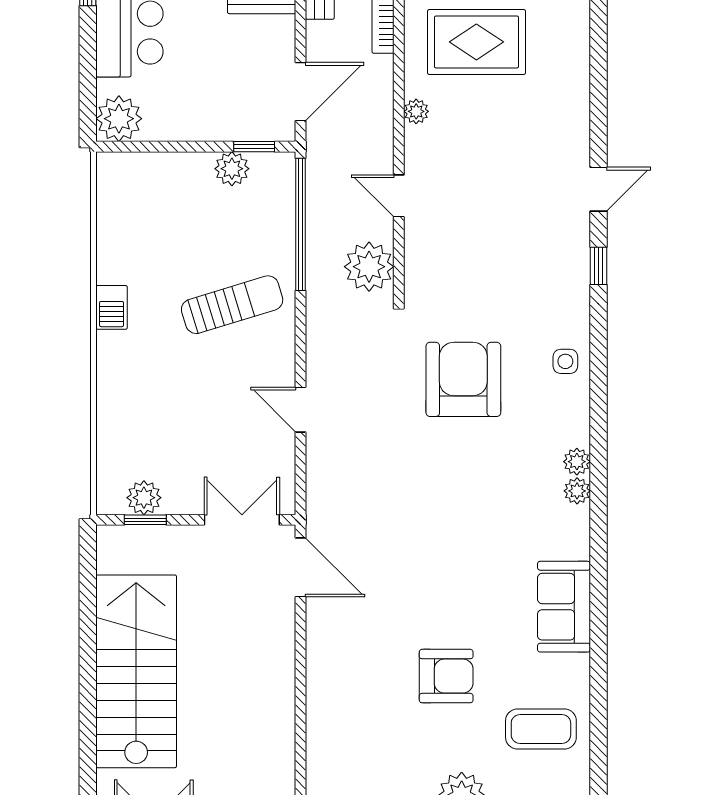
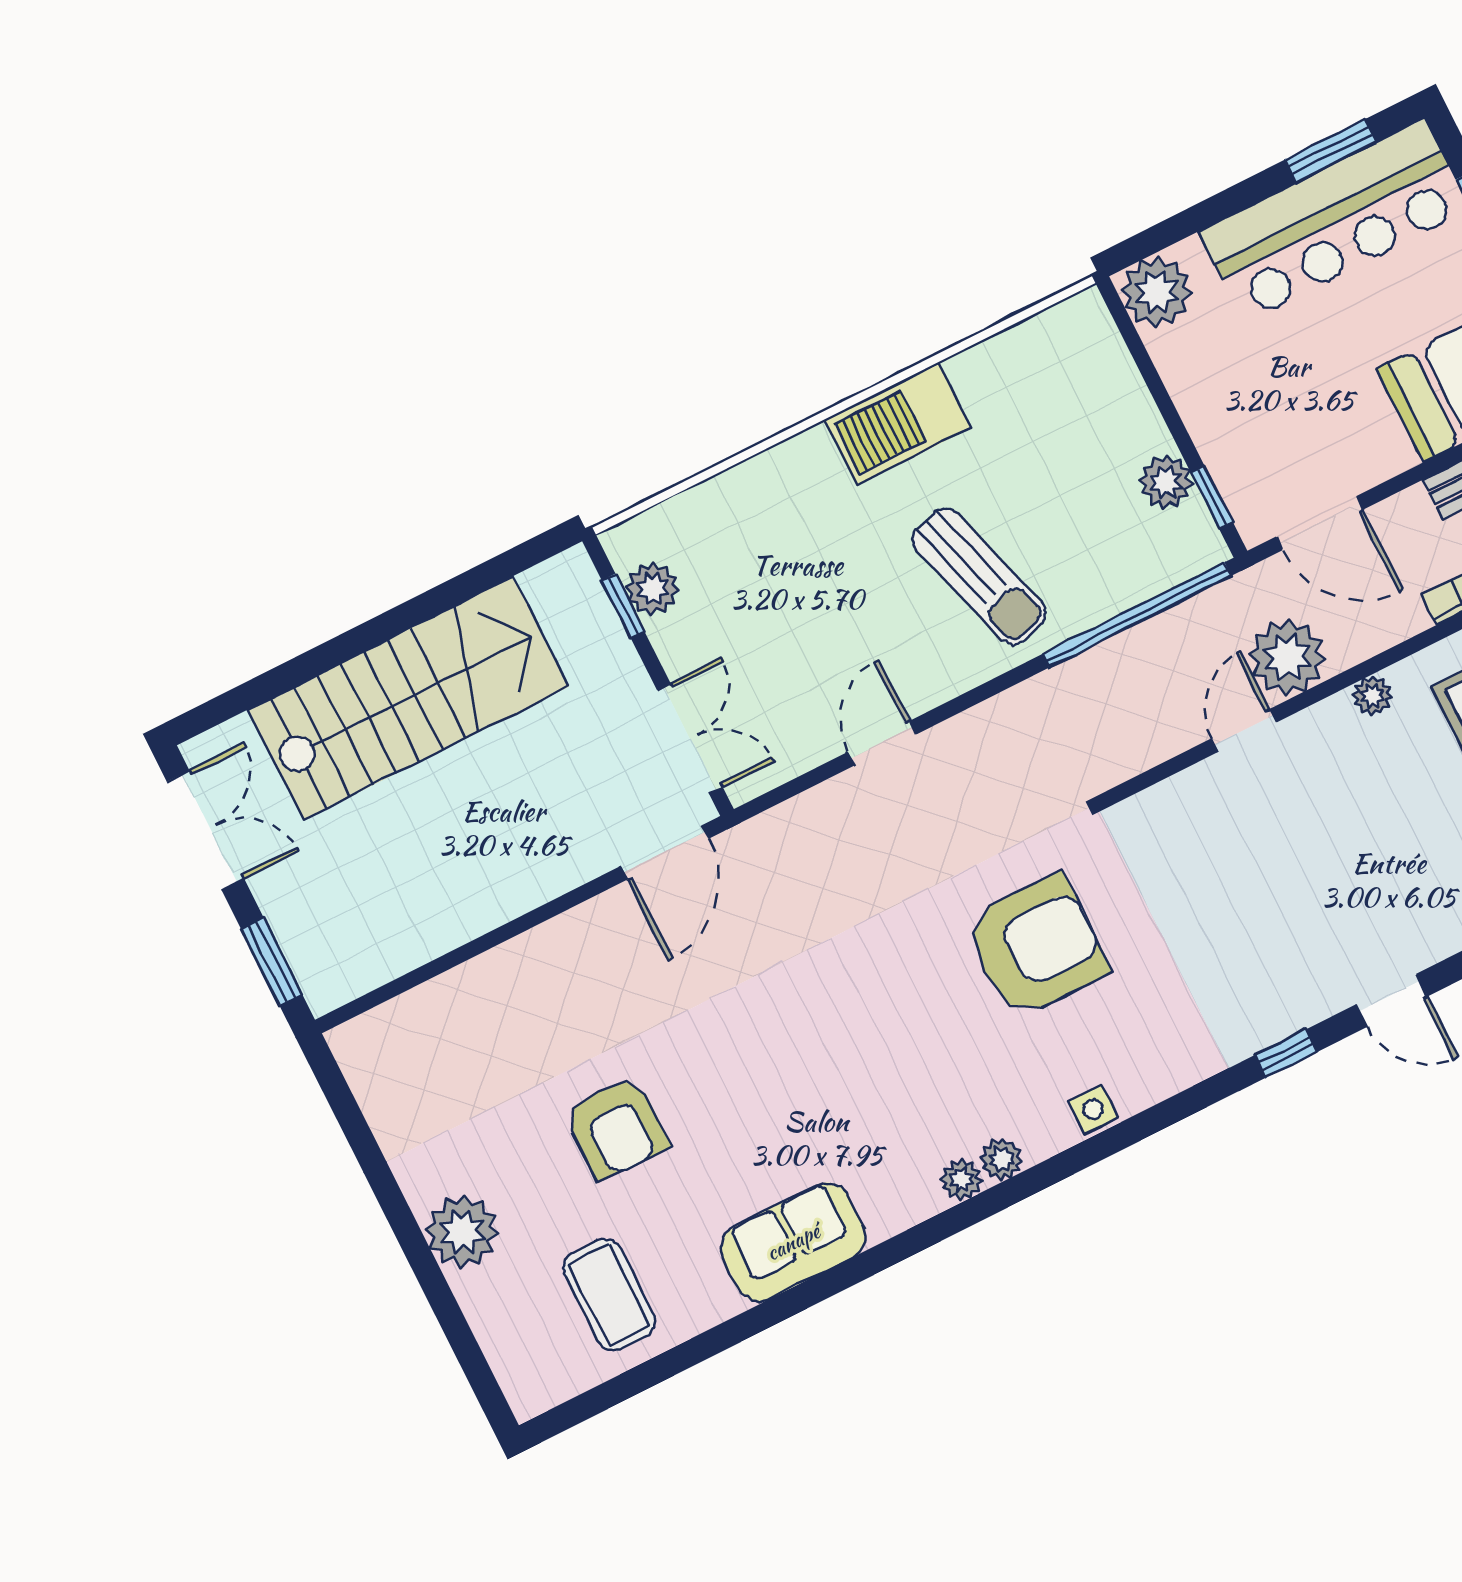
plant: (369, 267) -> (1287, 657), moved
barbecue: (112, 307) -> (898, 424), width x1.88, depth x1.53
side table: (565, 361) -> (1093, 1109), moved

